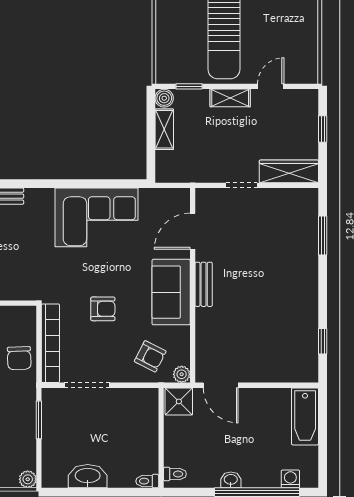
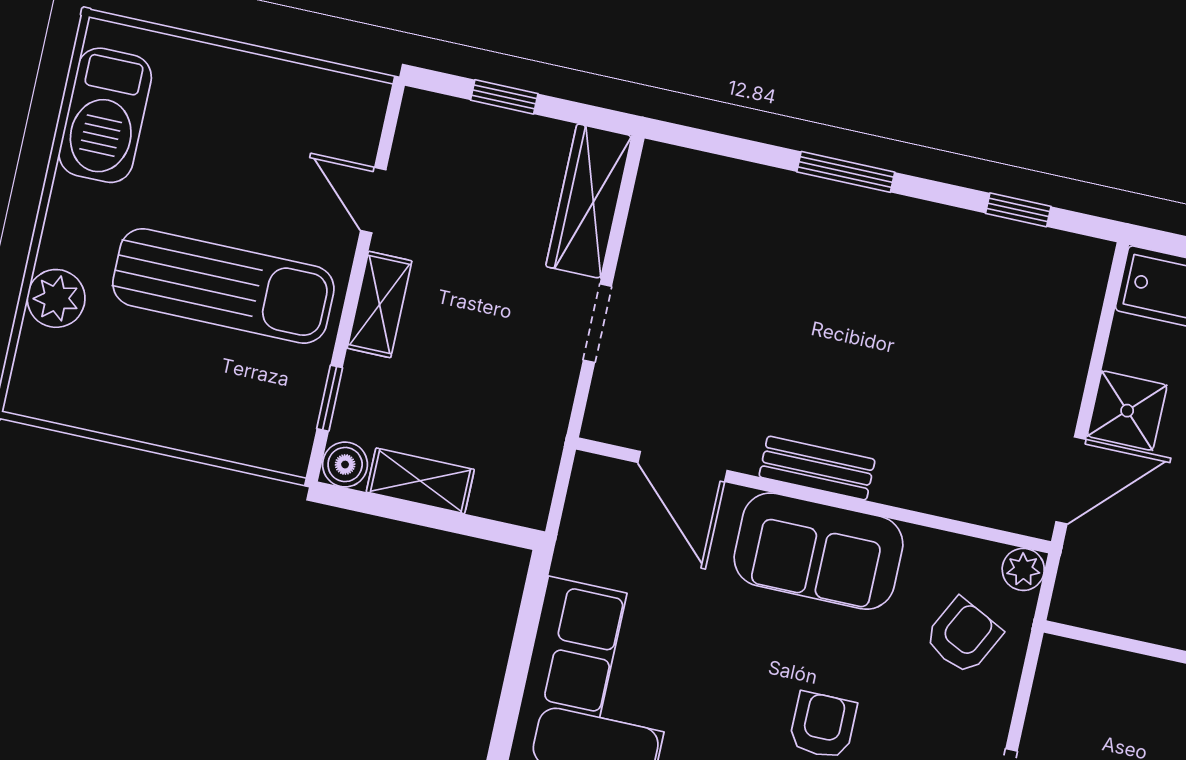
window: (323, 236) -> (846, 172), moved
shower: (179, 401) -> (1127, 411), moved

